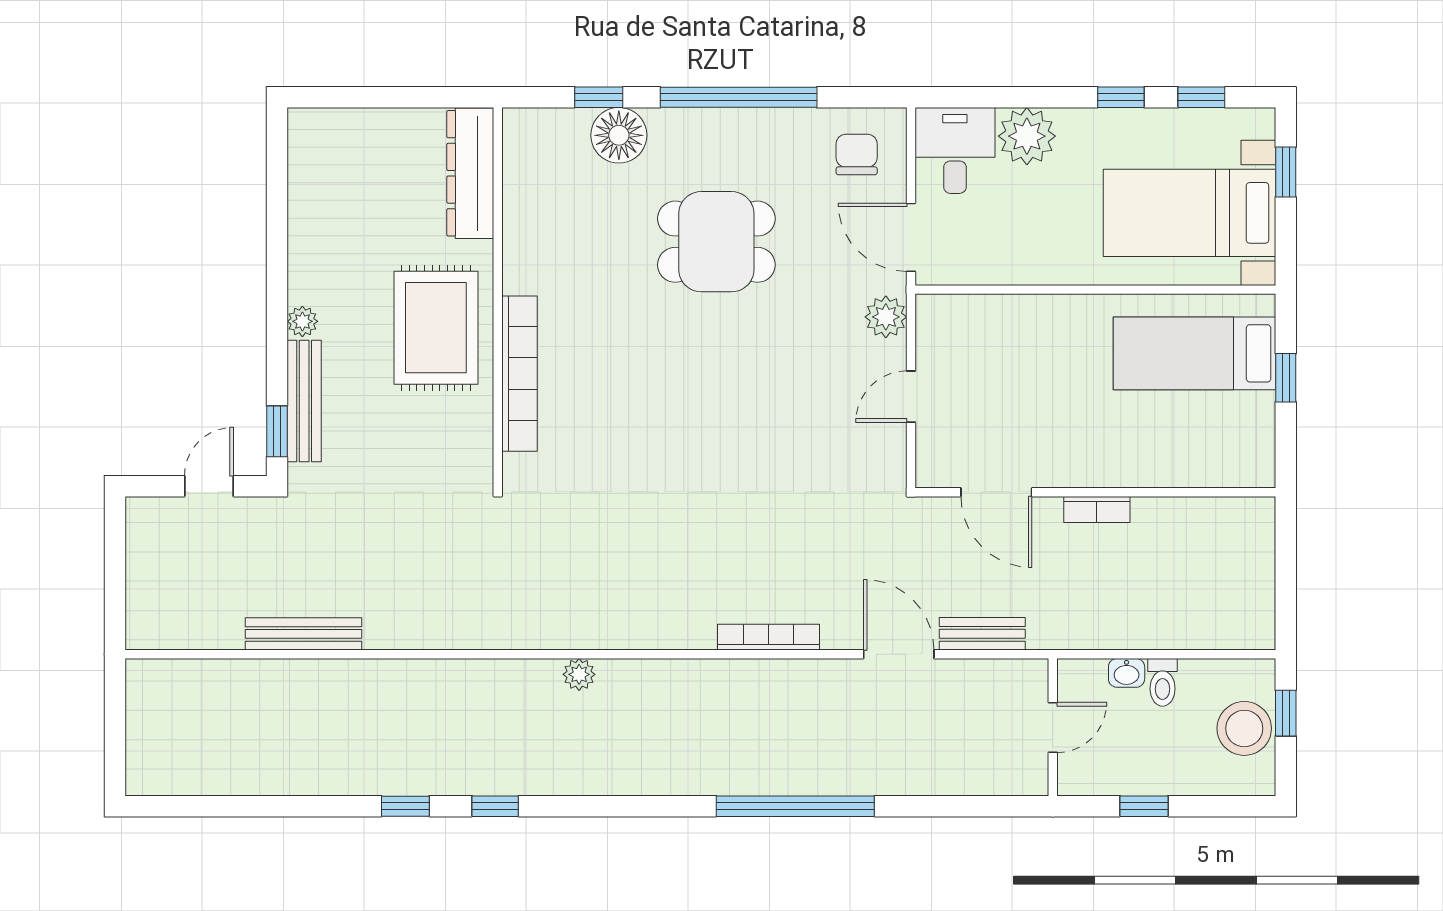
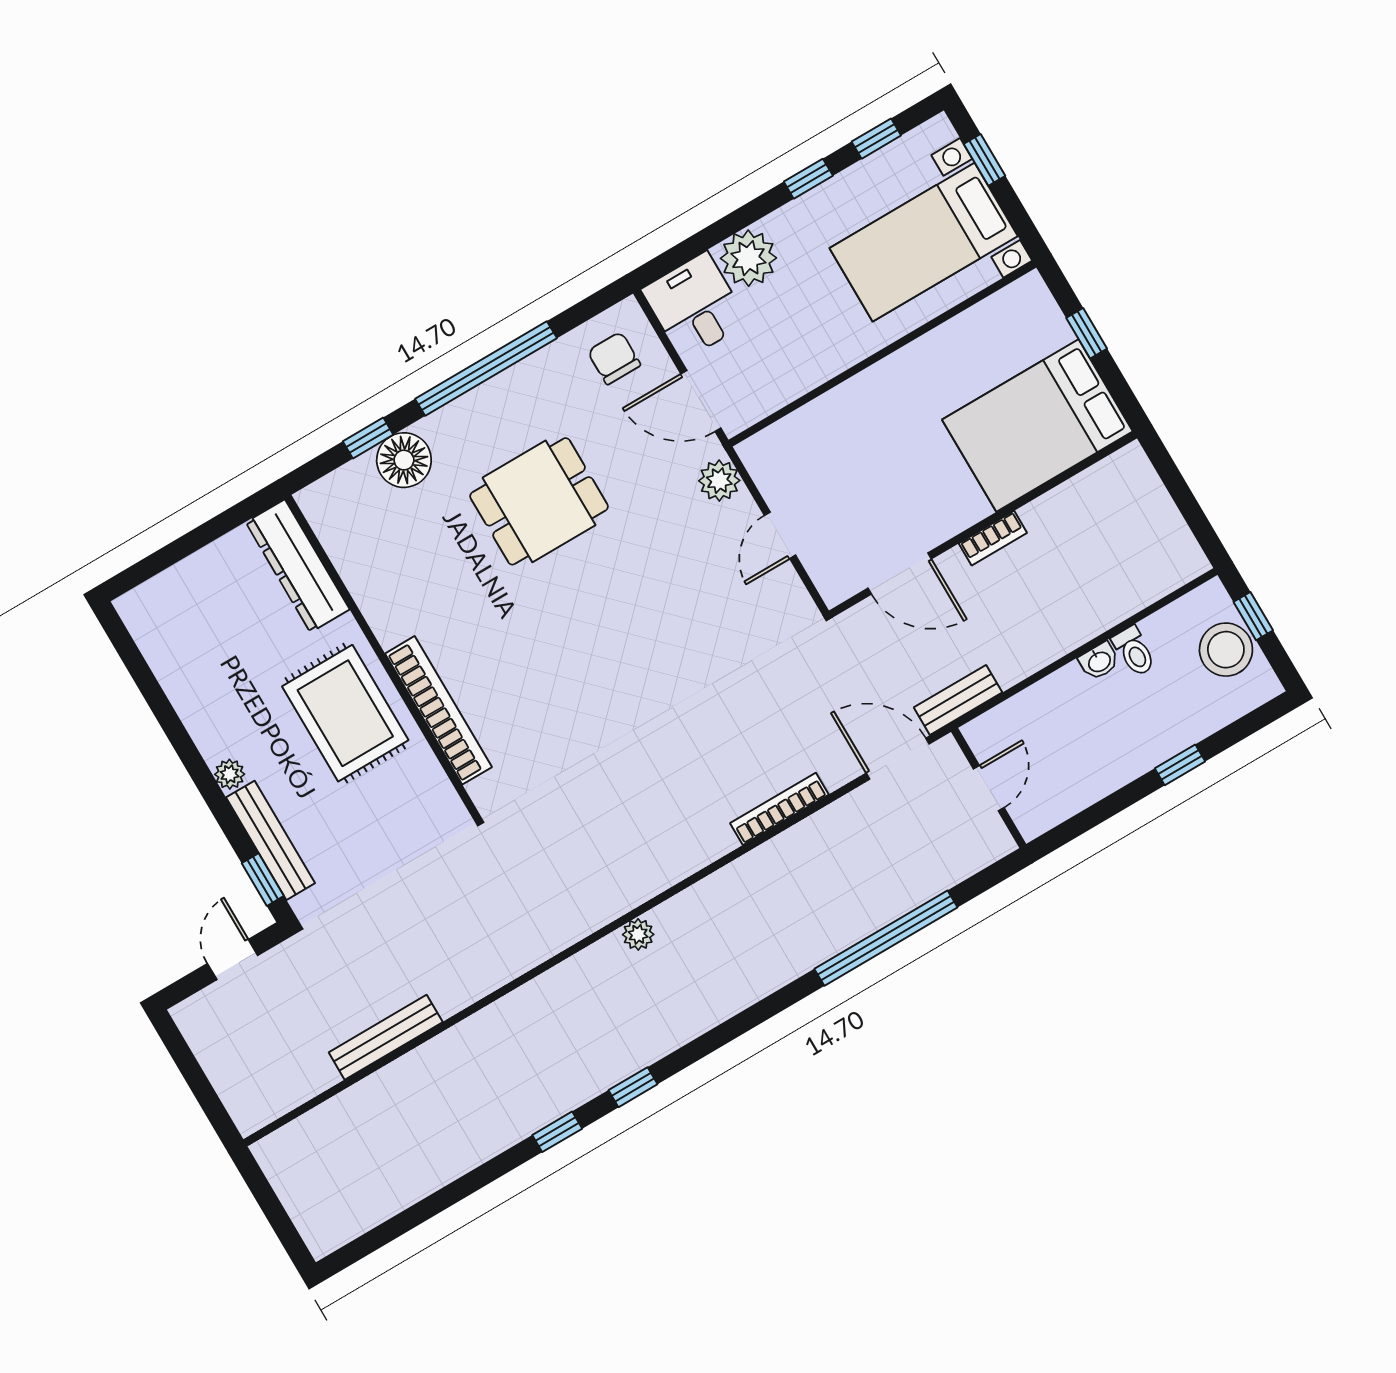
bed: (1195, 353) -> (1037, 426), moved, width x1.50
wall: (1053, 727) -> (989, 788), moved
door: (1053, 728) -> (989, 788), moved

